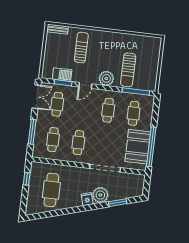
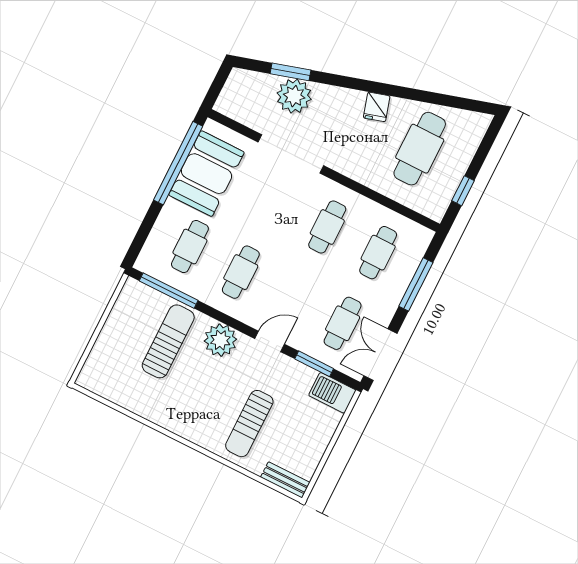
barbecue: (62, 75) -> (332, 393), moved
plant: (100, 195) -> (294, 96), moved
fridge: (87, 199) -> (377, 107), moved

